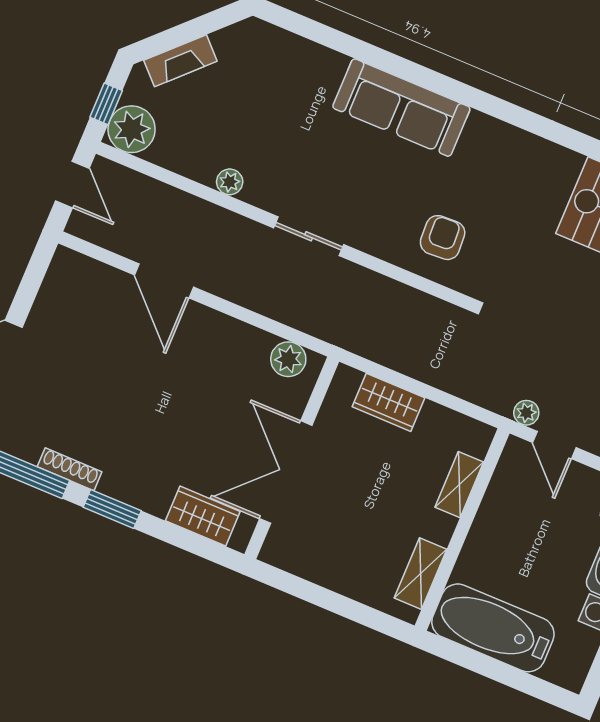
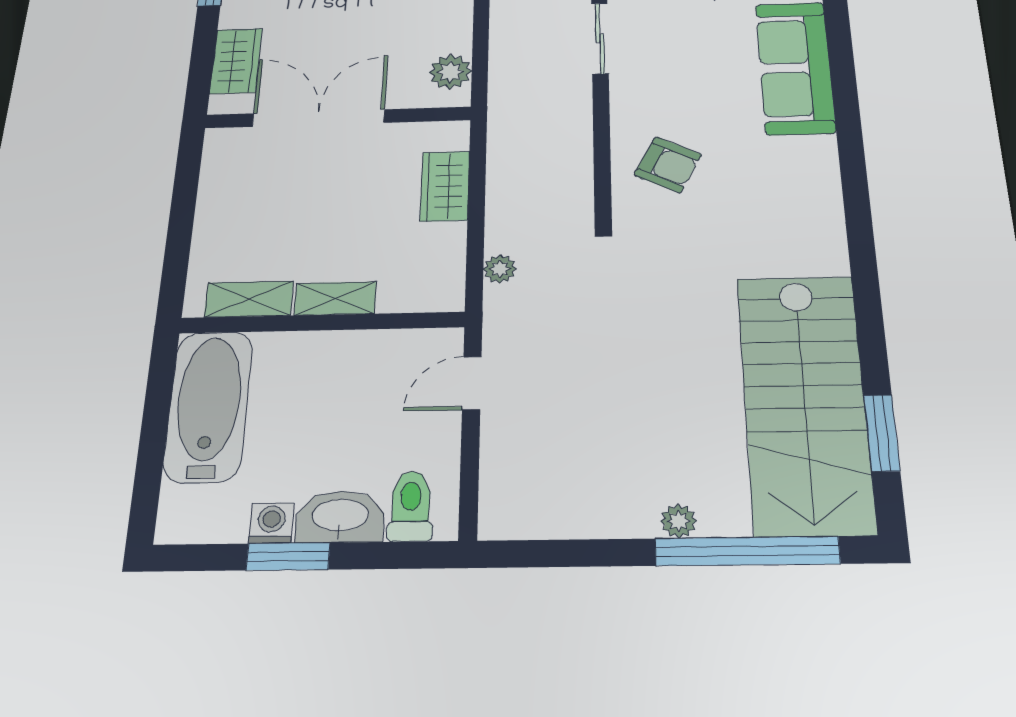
armchair: (443, 238) -> (668, 165), turned 30
plant: (526, 413) -> (500, 269), moved
shelving: (459, 485) -> (335, 298), moved

